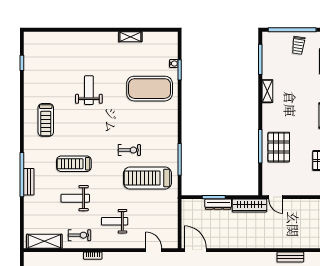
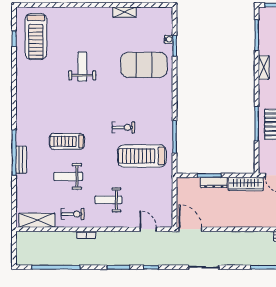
treadmill: (46, 120) -> (36, 36), moved, width x1.37, depth x1.38

